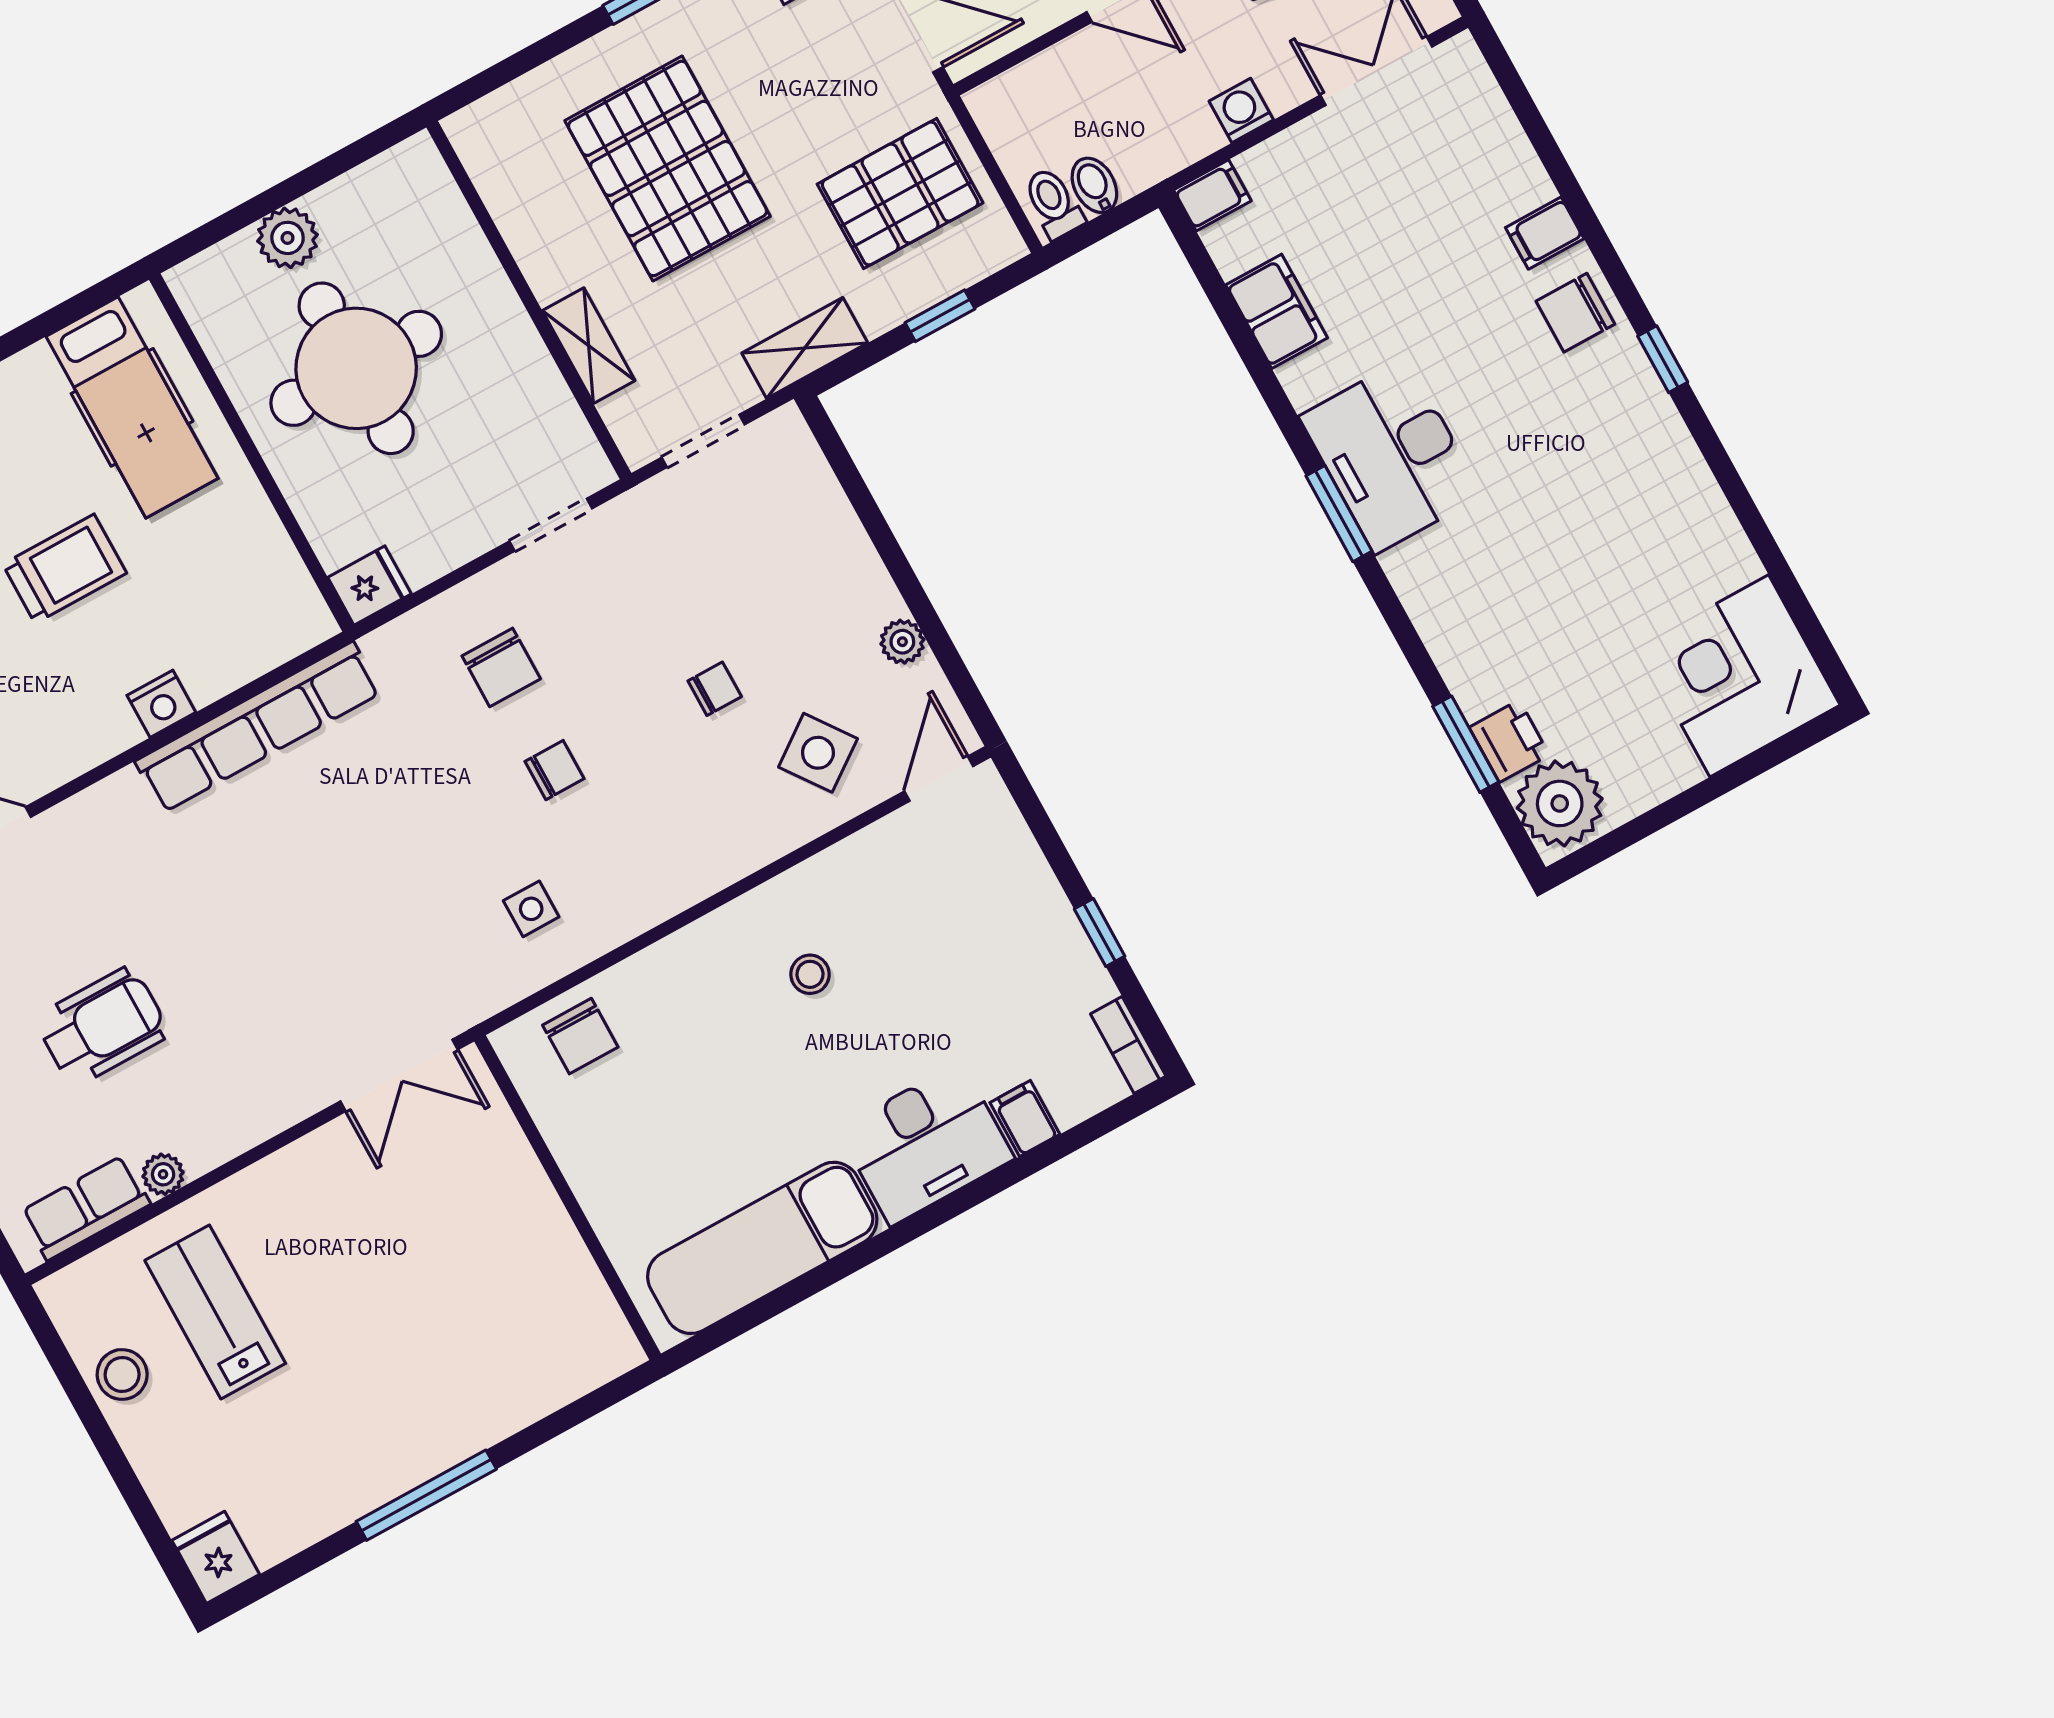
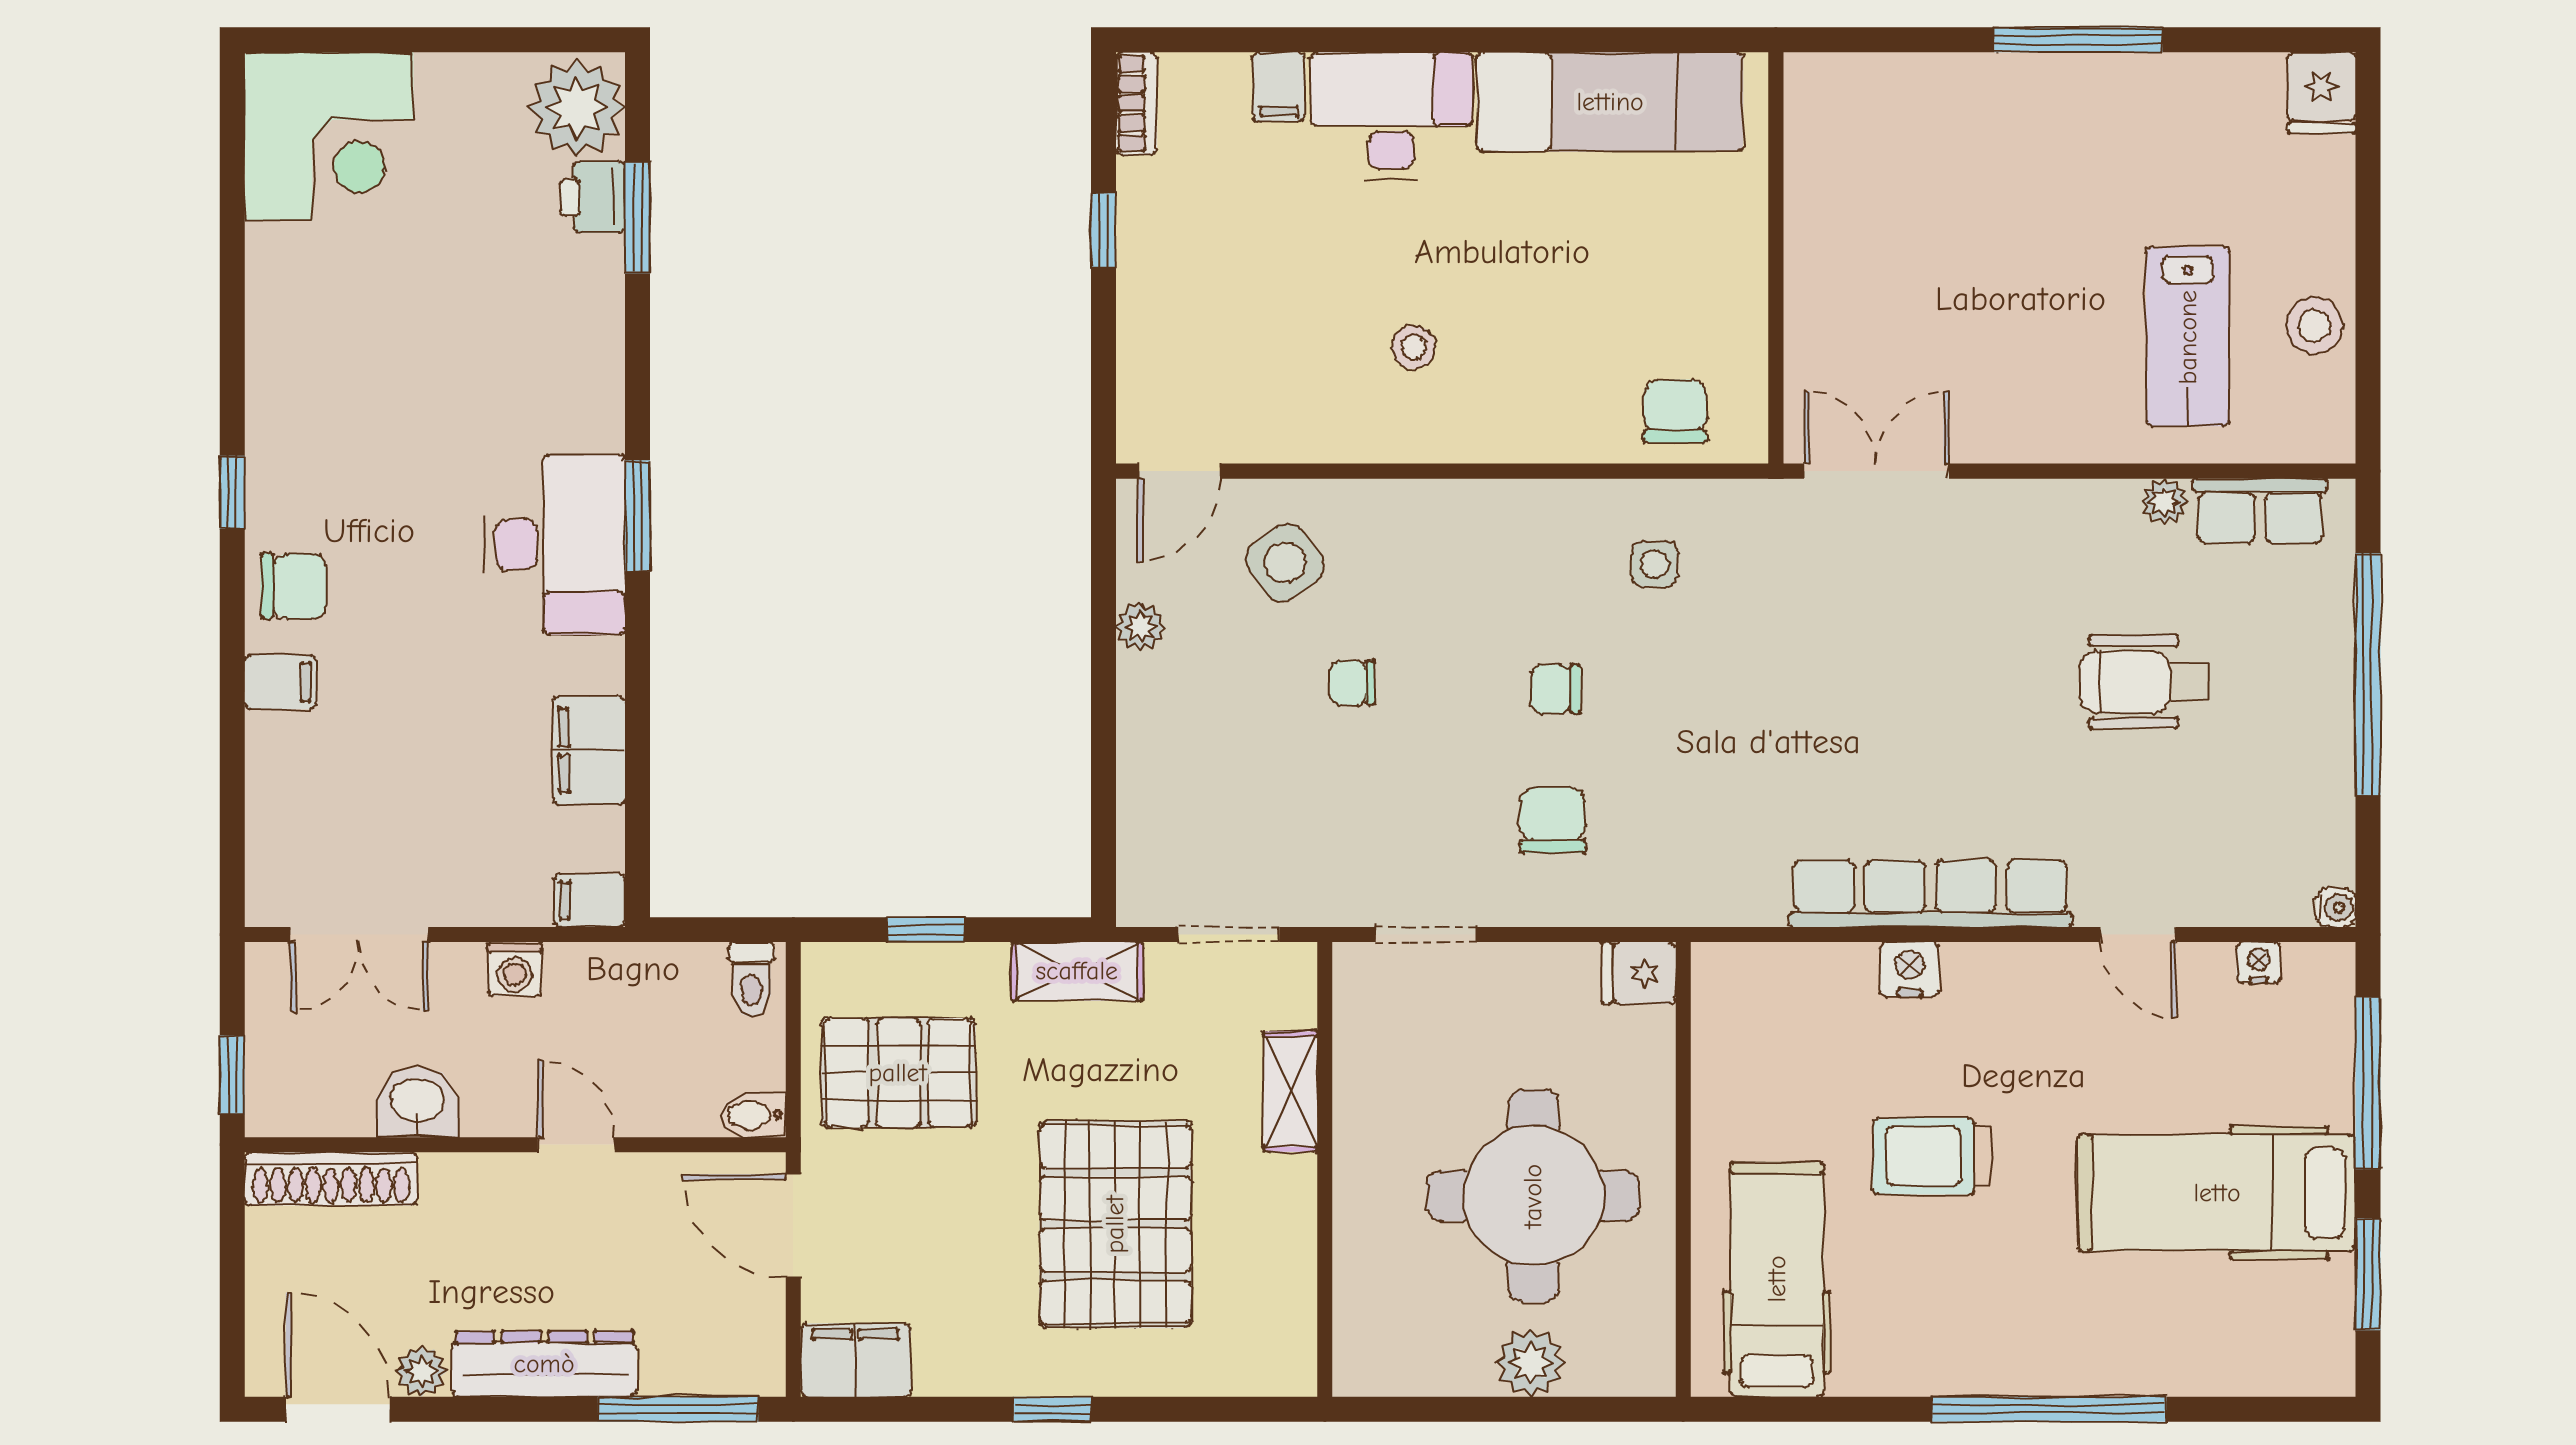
bidet: (1094, 185) -> (753, 1115), moved, turned 90
row of seats: (258, 727) -> (1930, 894), moved

